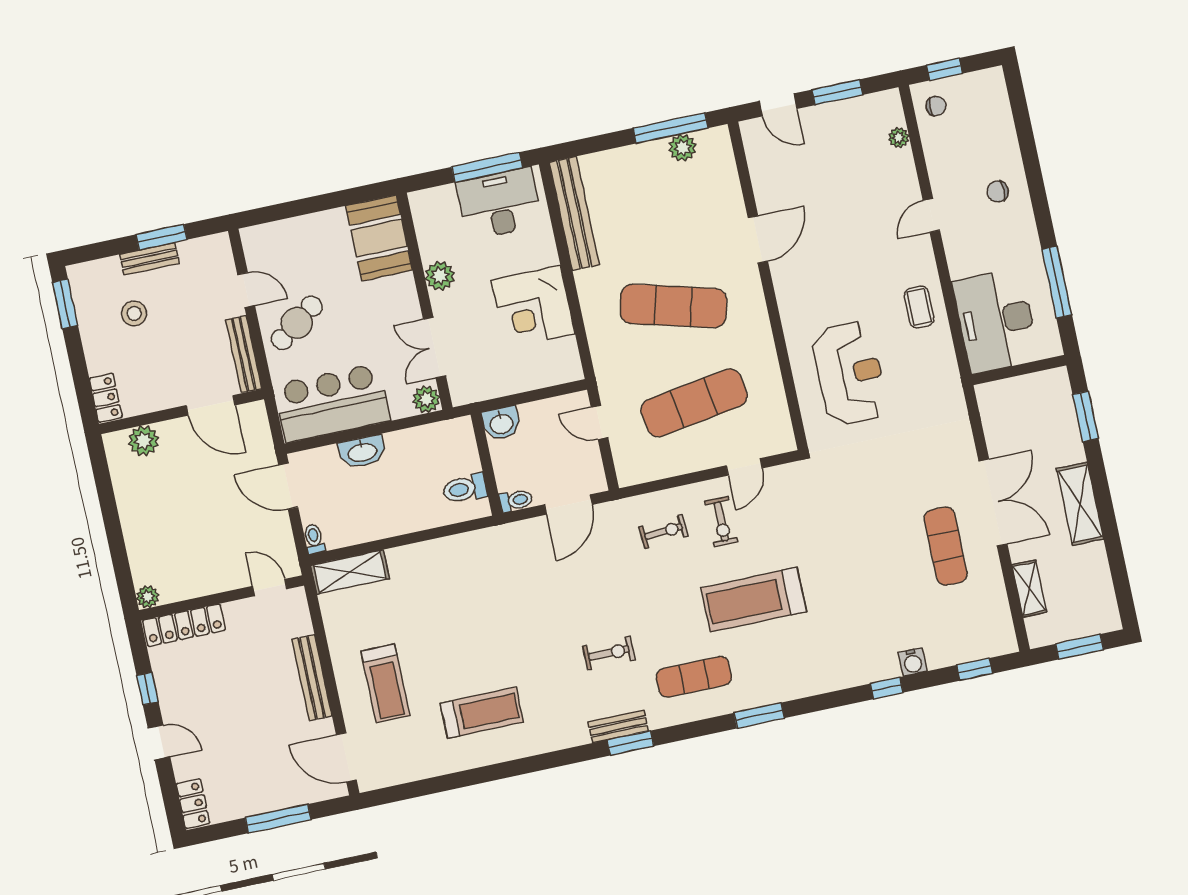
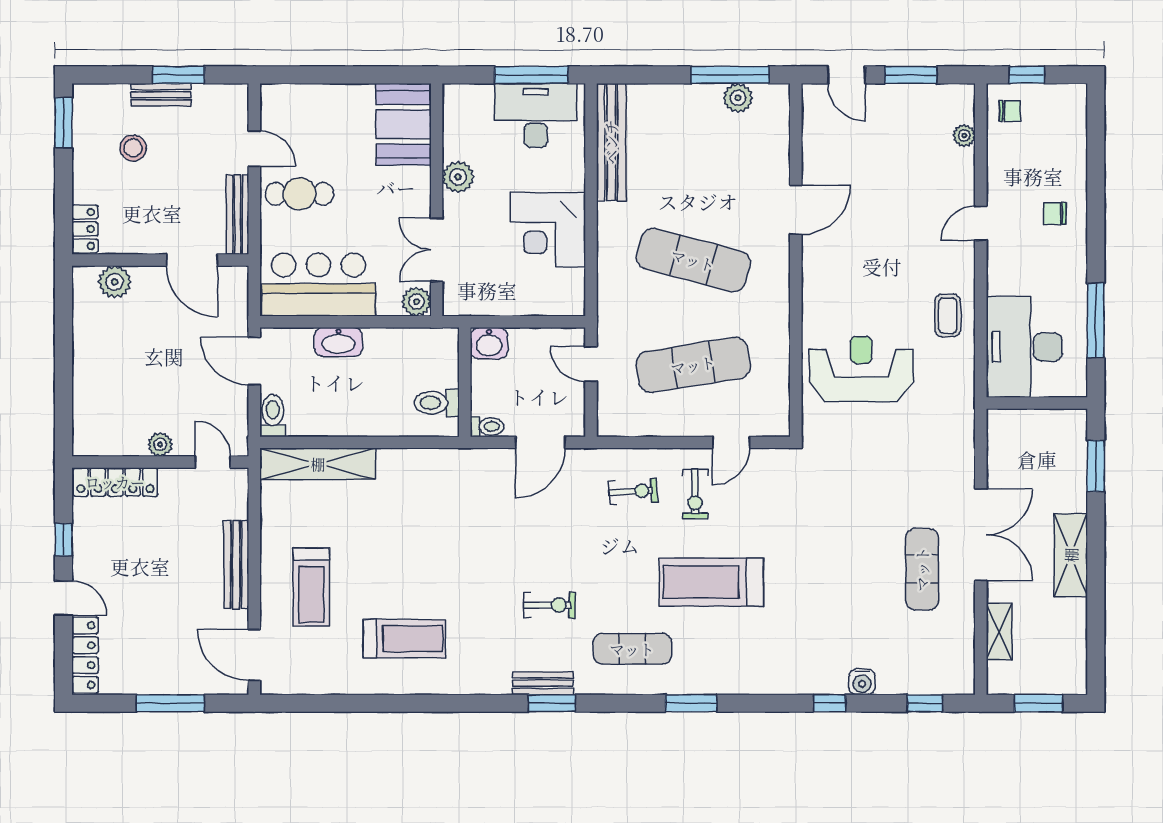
cafe table: (297, 323) -> (299, 194), turned 36
reception desk: (850, 373) -> (861, 369), turned -90
toilet: (314, 539) -> (273, 416), width x1.37, depth x1.39
shelving: (350, 572) -> (318, 464), width x1.47
plant: (147, 597) -> (160, 444), moved
locker: (193, 804) -> (85, 655), width x1.53

